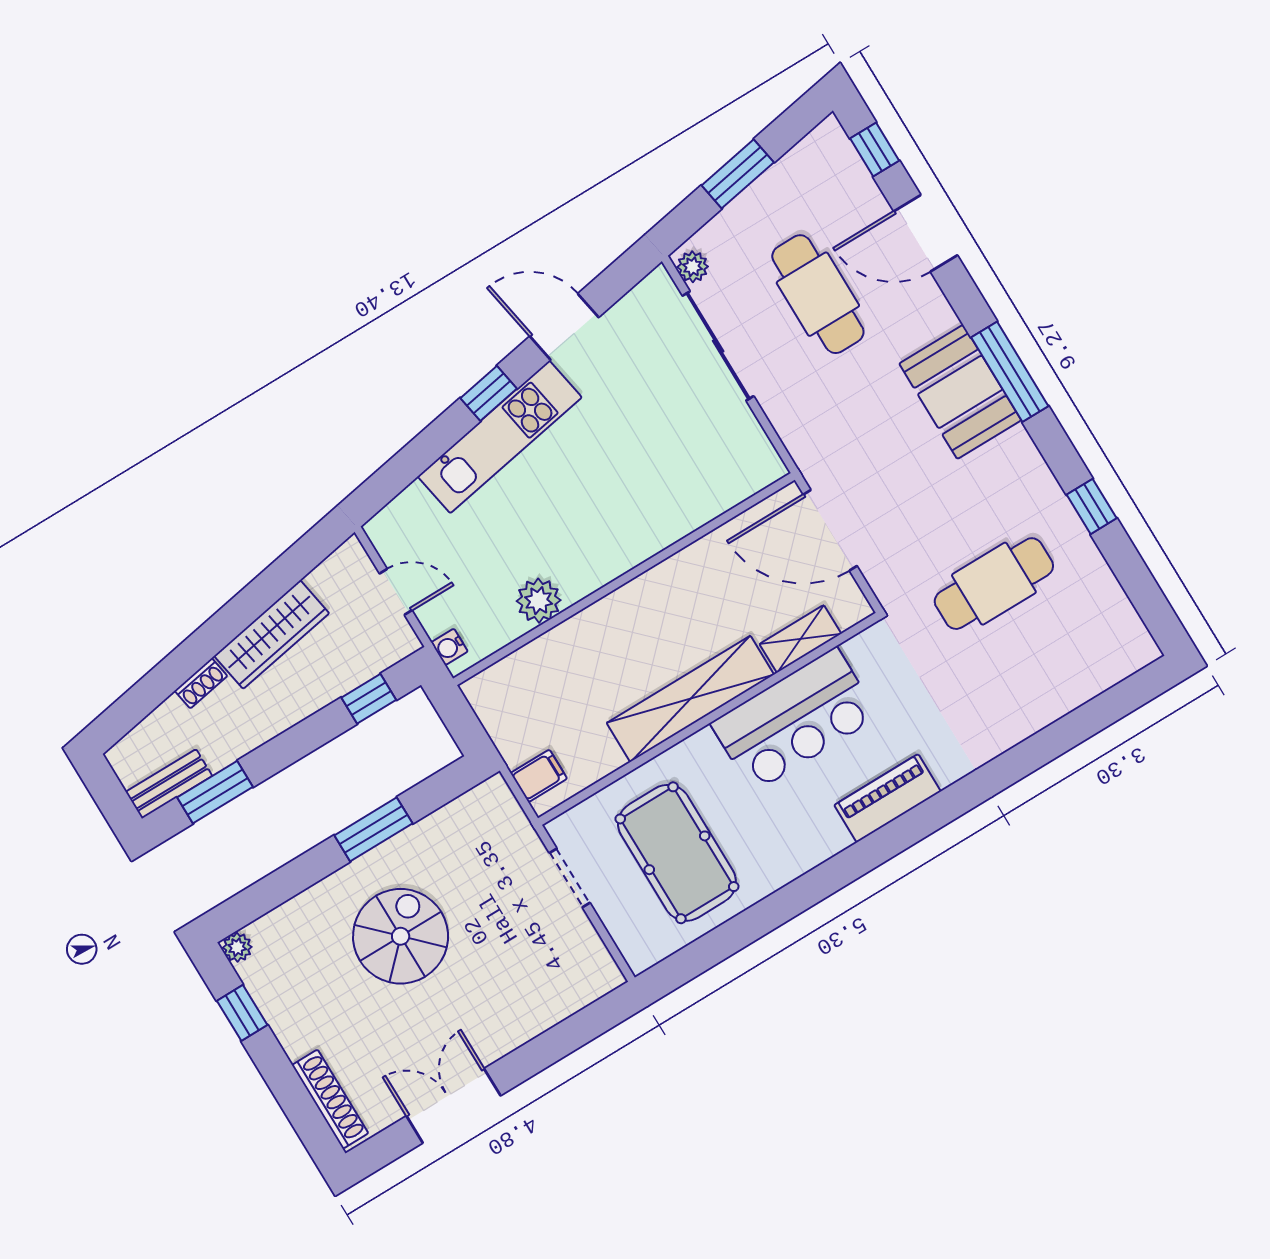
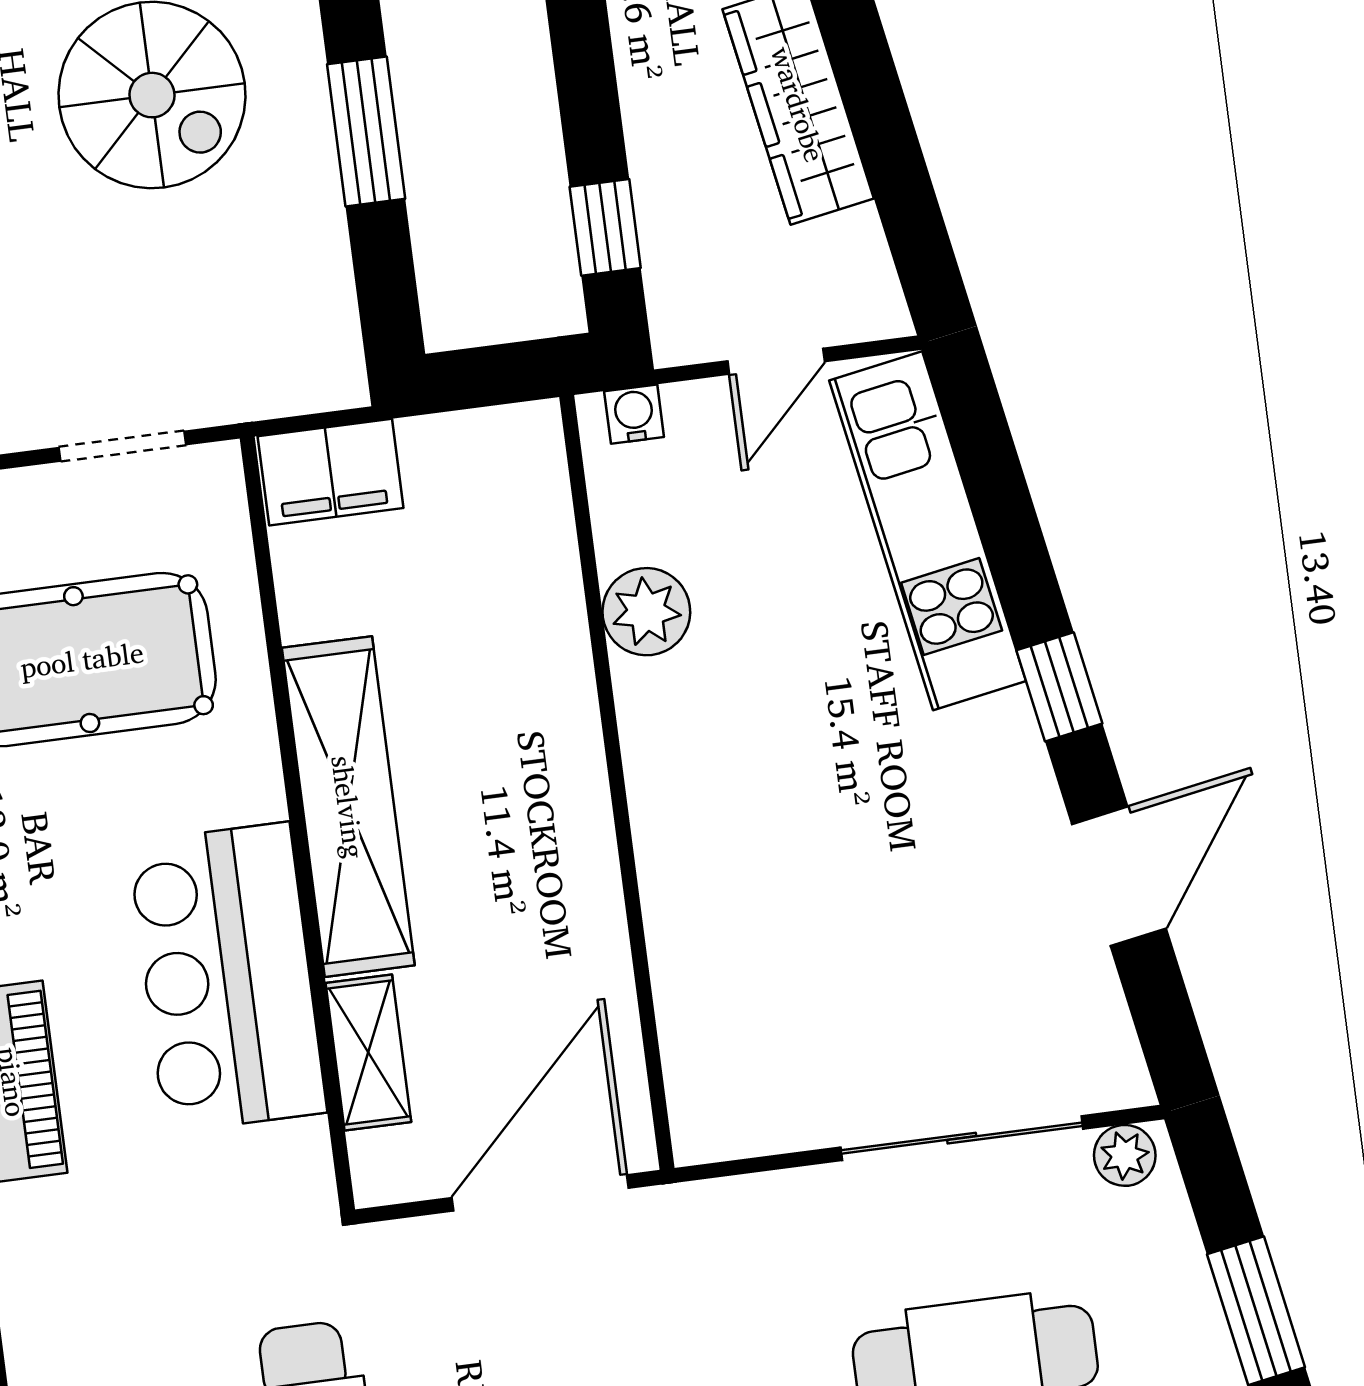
kitchen unit: (500, 437) -> (928, 531), moved
filing cabinet: (539, 776) -> (331, 472), width x2.00

